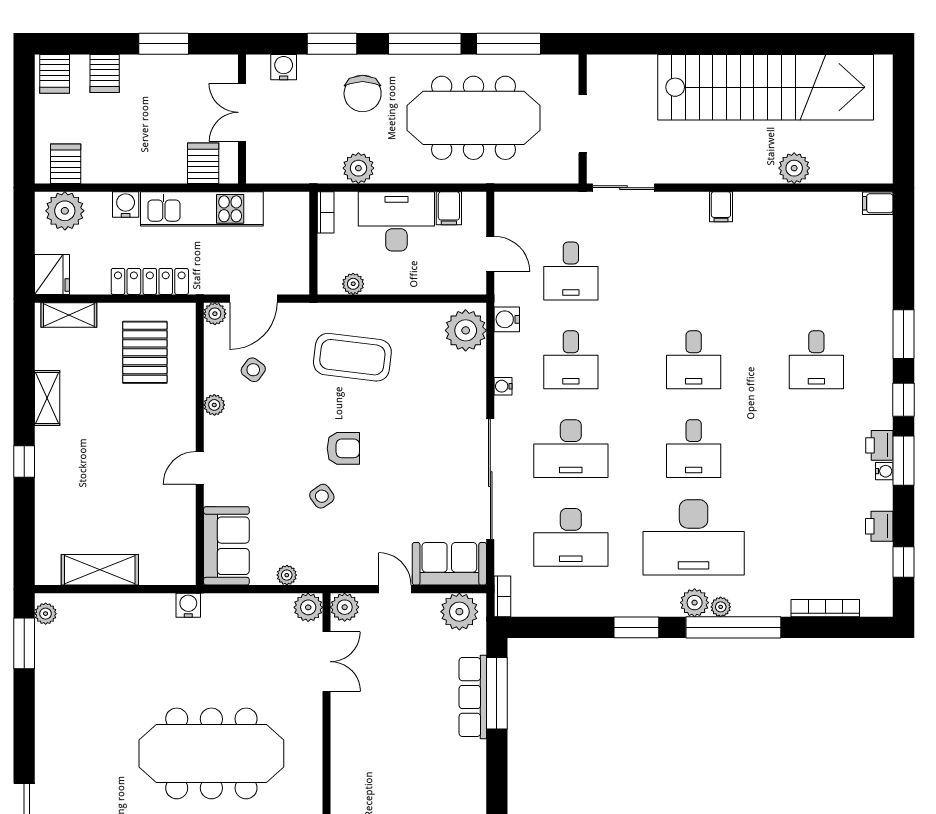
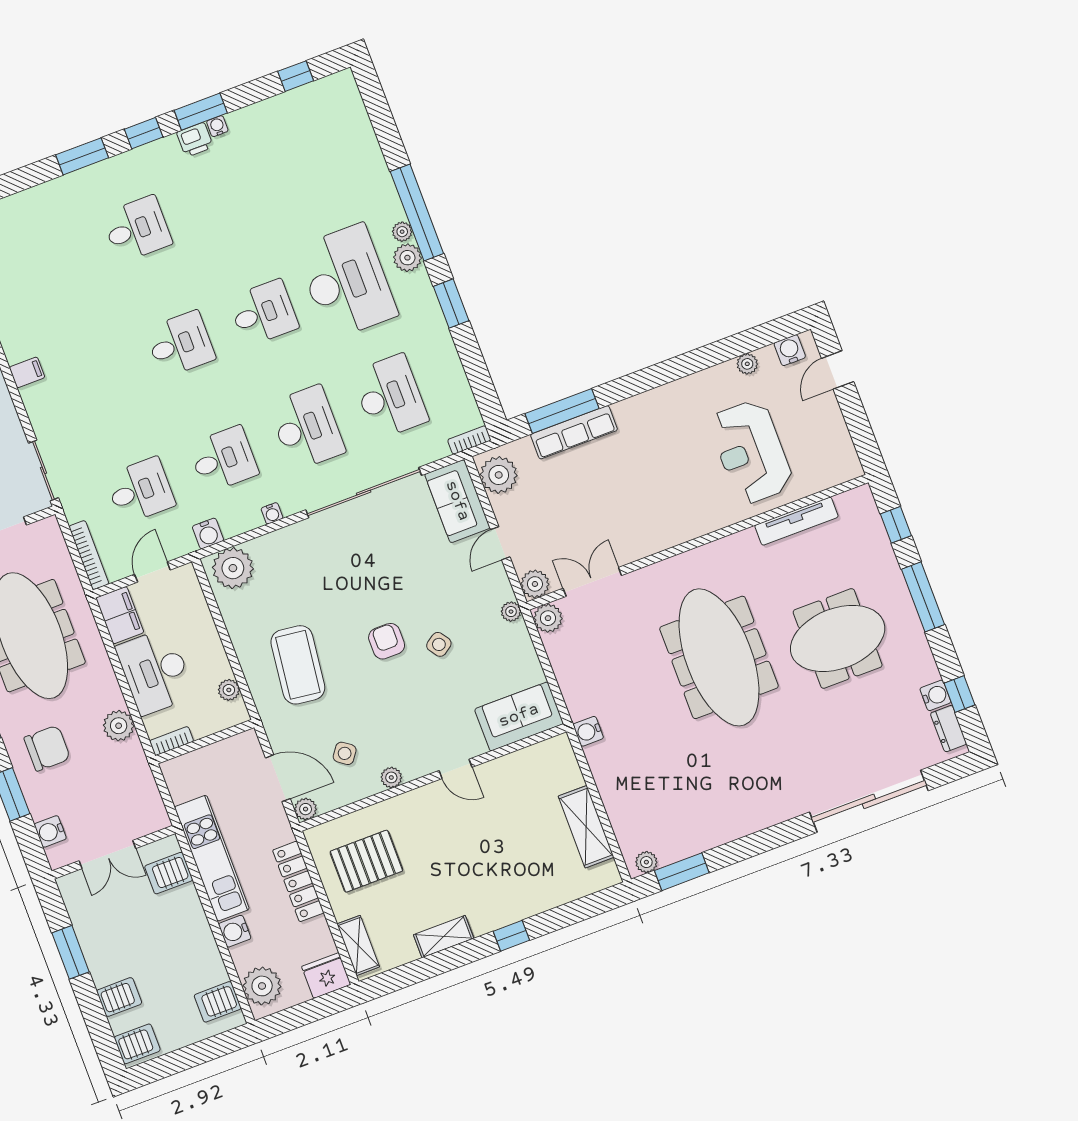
filing cabinet: (449, 208) -> (120, 615), width x2.00
printer: (879, 526) -> (271, 111), removed
plant: (287, 575) -> (511, 612), moved
bookcase: (825, 608) -> (89, 555), moved, turned 180

